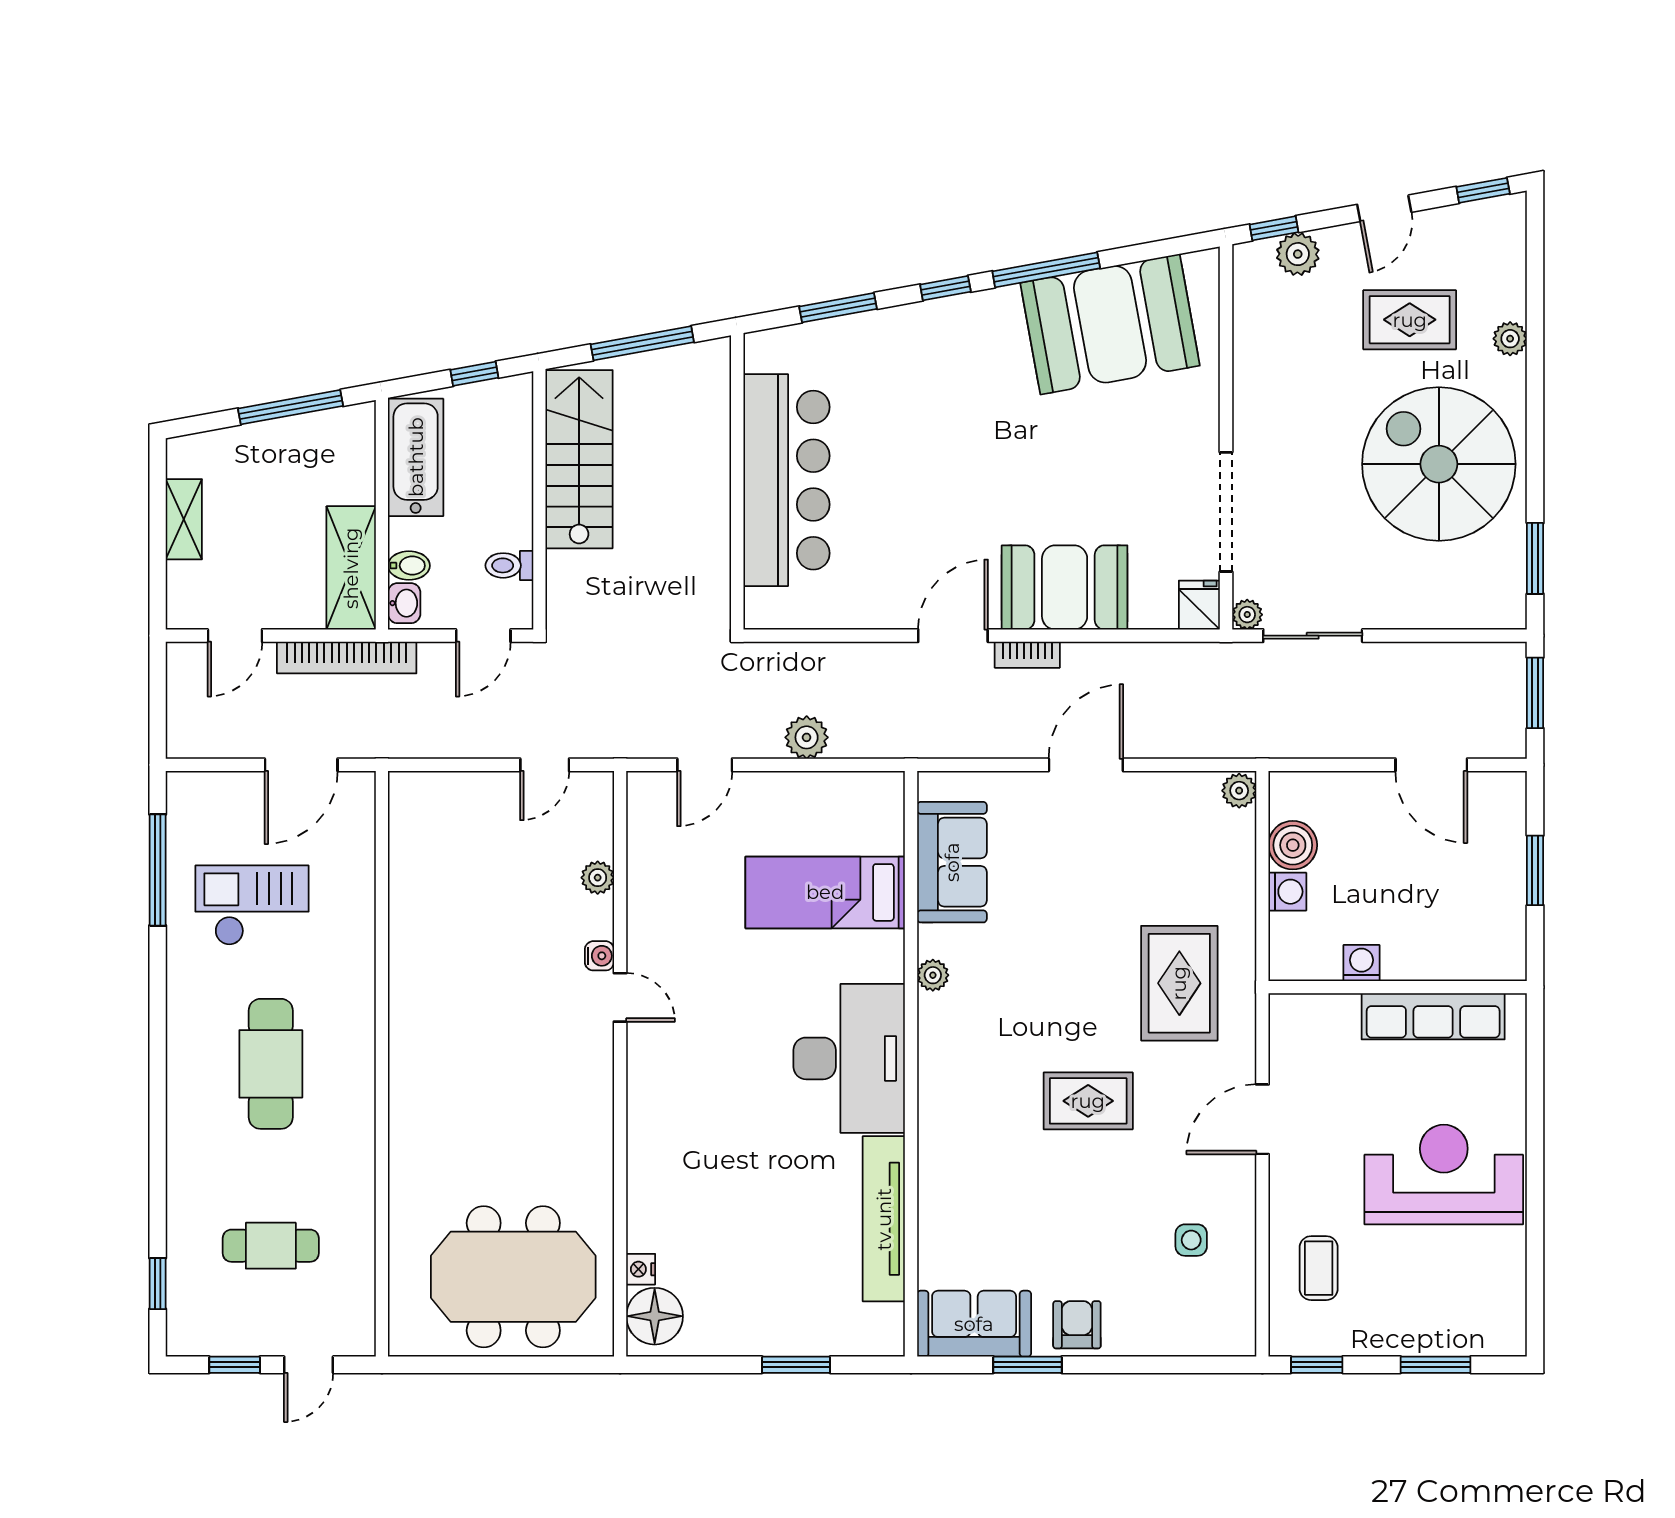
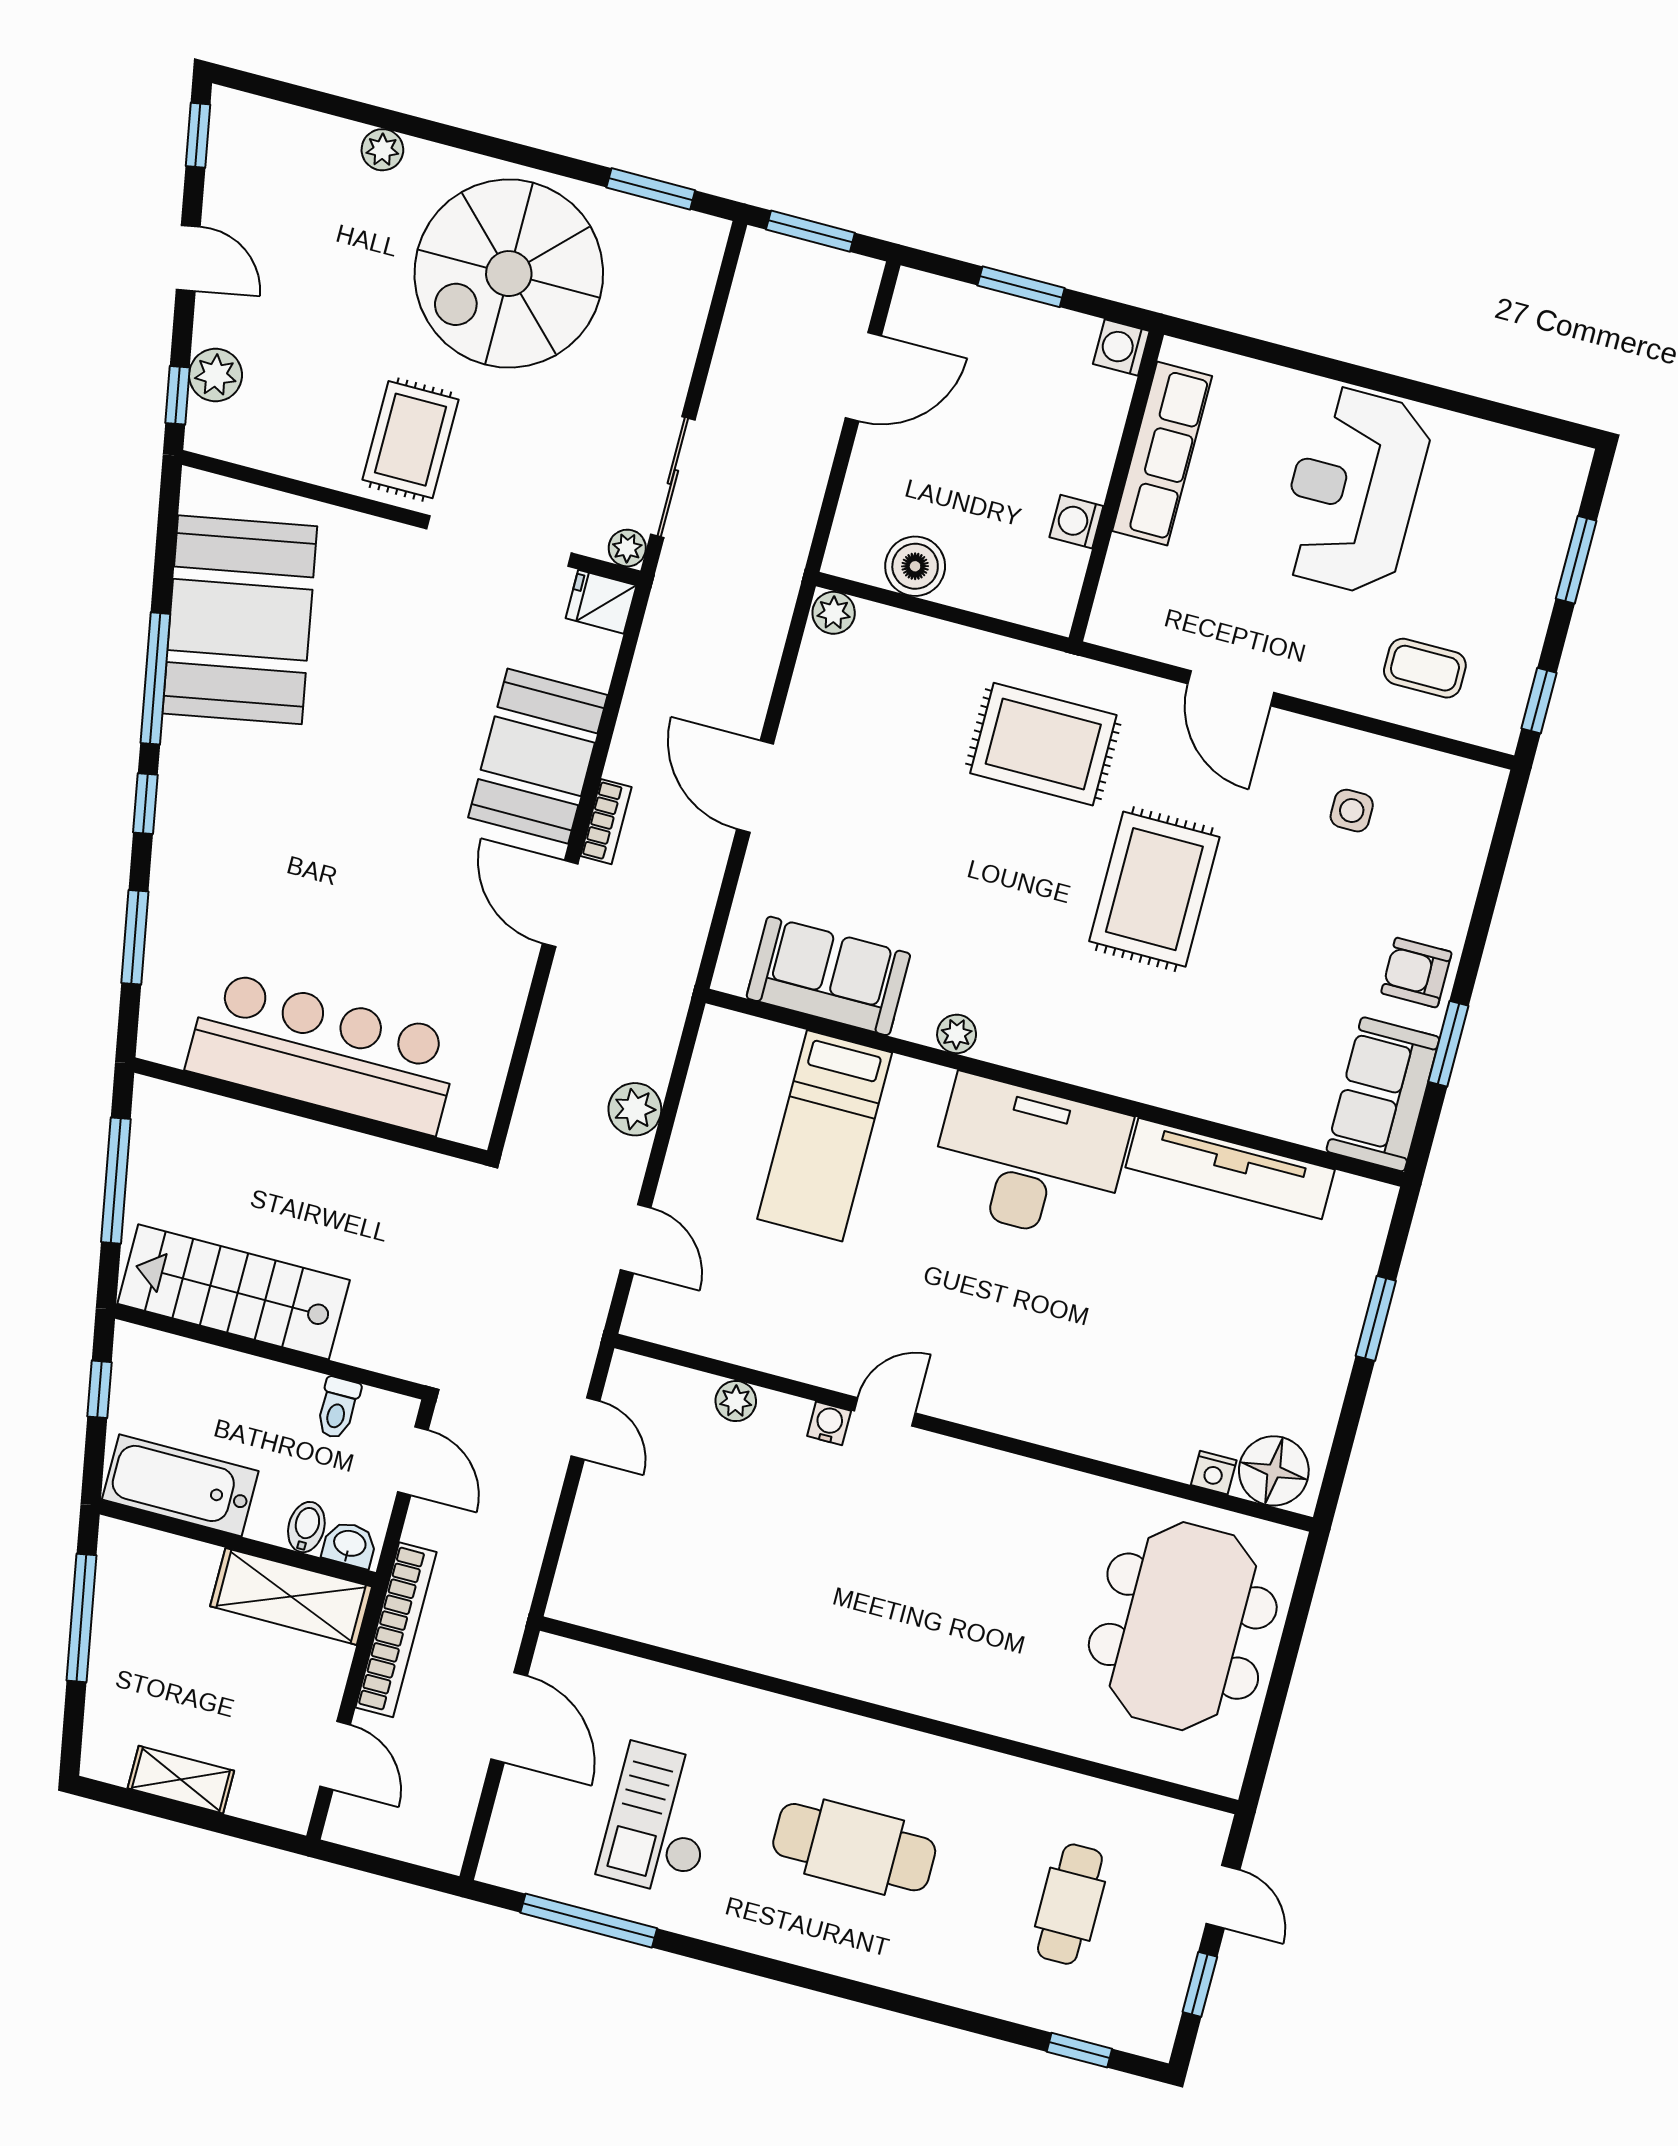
rug: (1410, 320) -> (411, 440), moved
washing machine: (1287, 892) -> (1121, 348), moved, turned -90
rug: (1088, 1101) -> (1154, 889), width x1.36, depth x1.43

